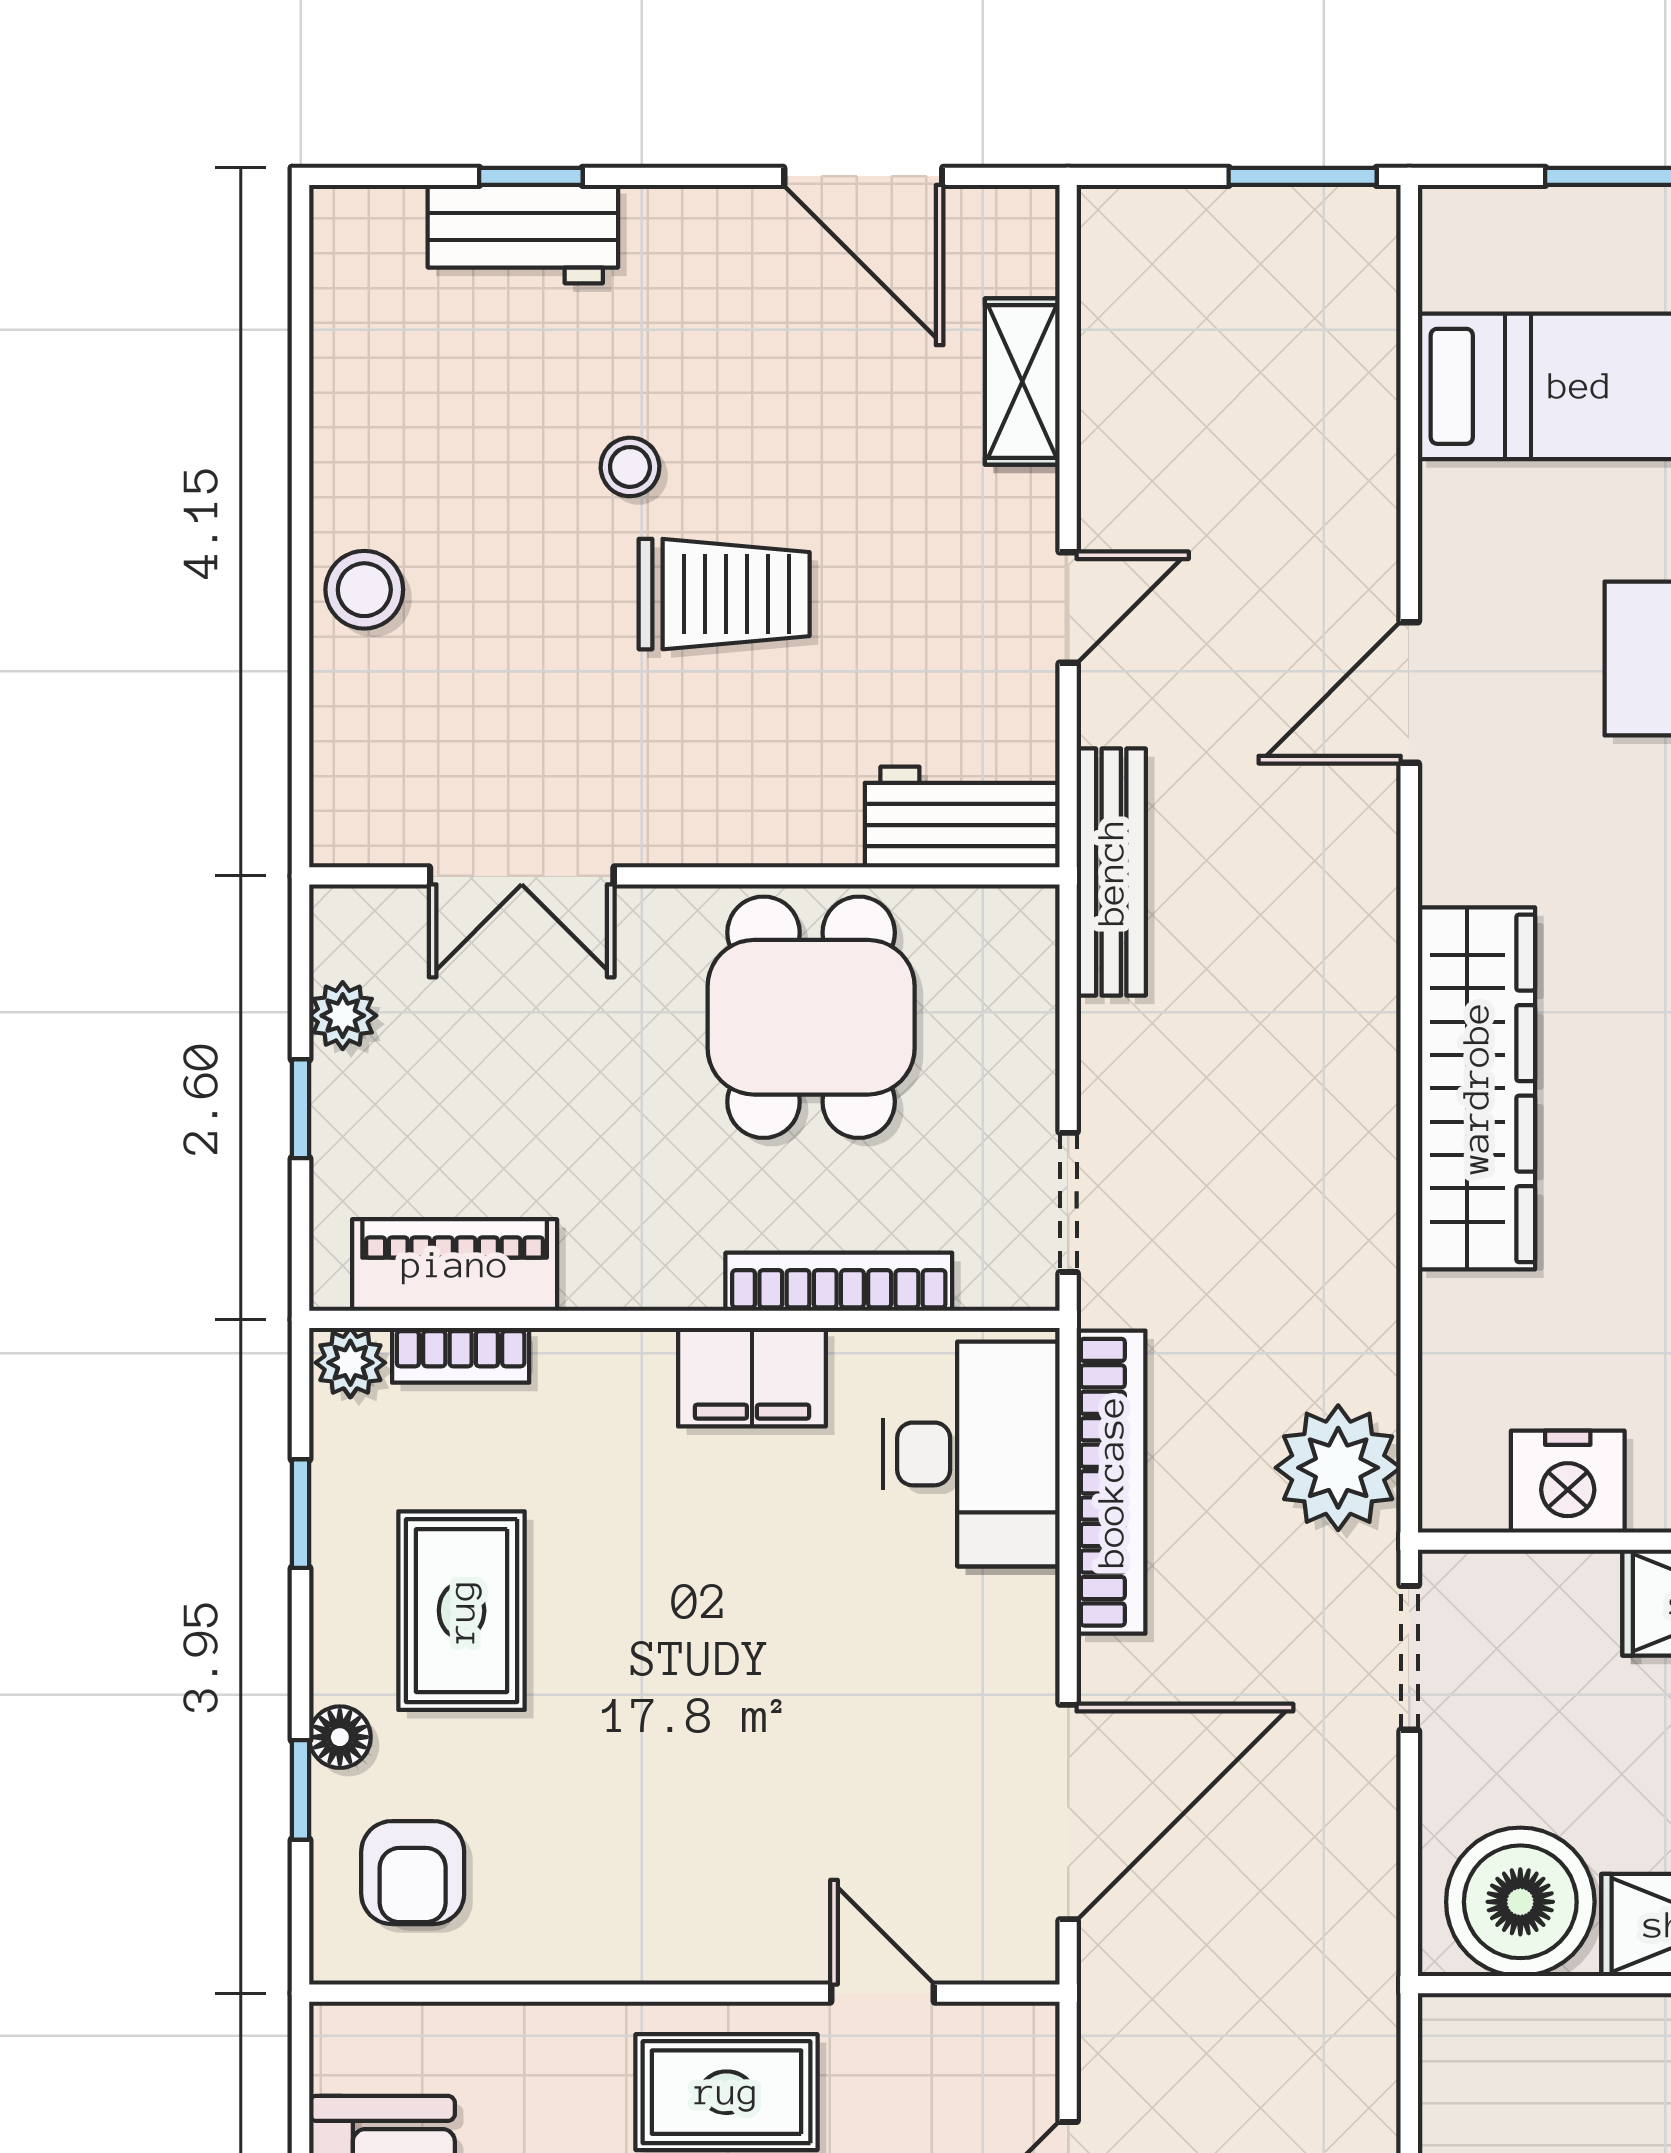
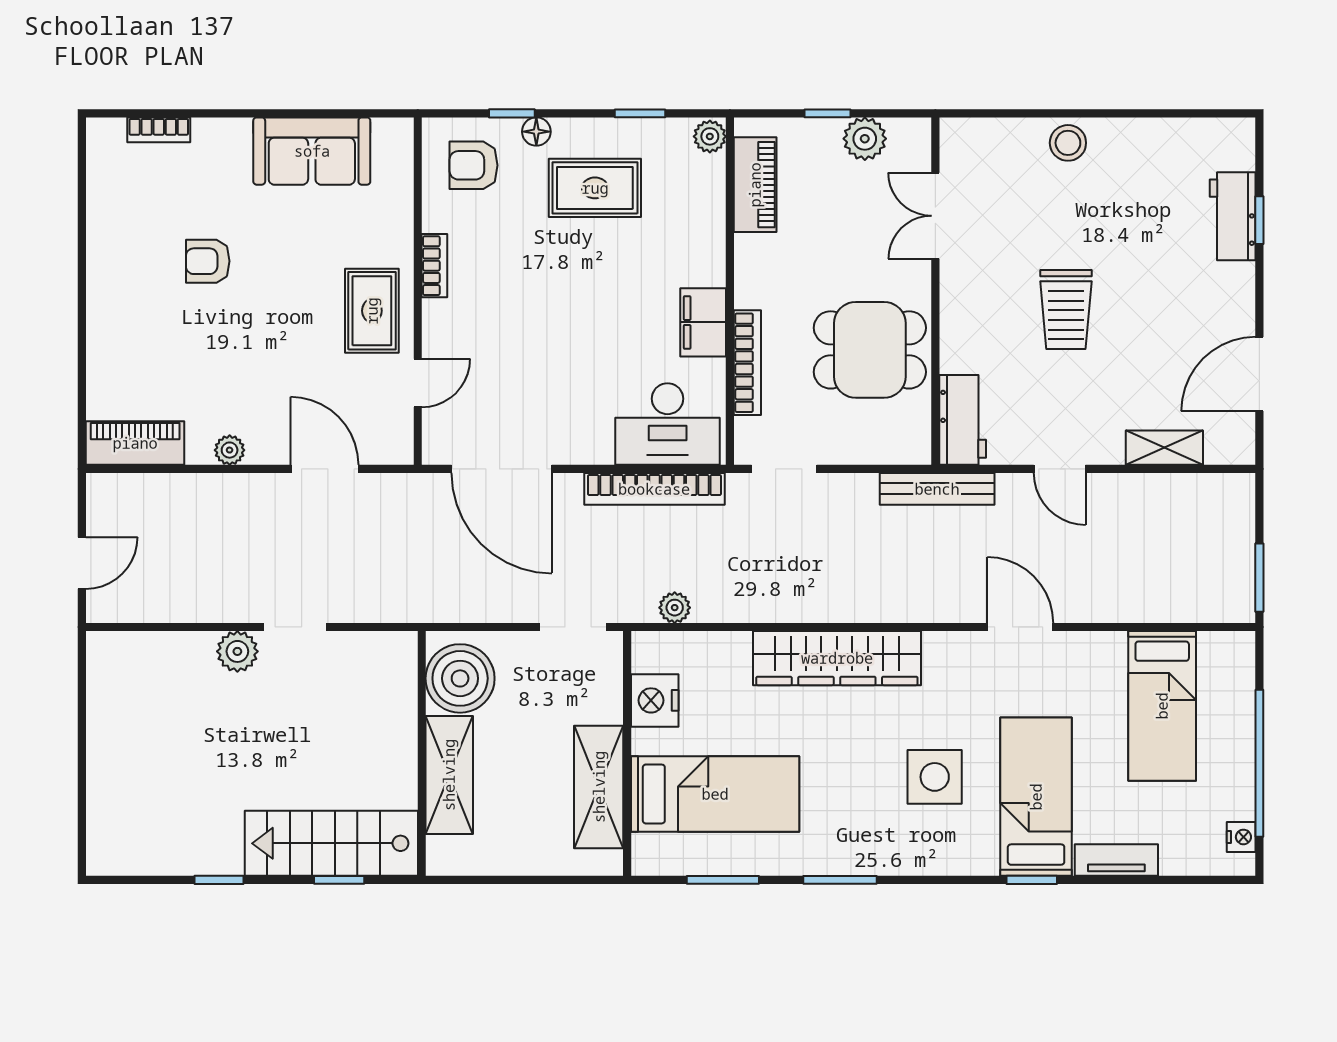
stool: (630, 467) -> (1125, 266), removed
plant: (343, 1016) -> (865, 139), width x1.38, depth x1.38
bookcase: (461, 1355) -> (434, 266), moved, turned 180
plant: (1338, 1468) -> (675, 608), width x0.53, depth x0.53

